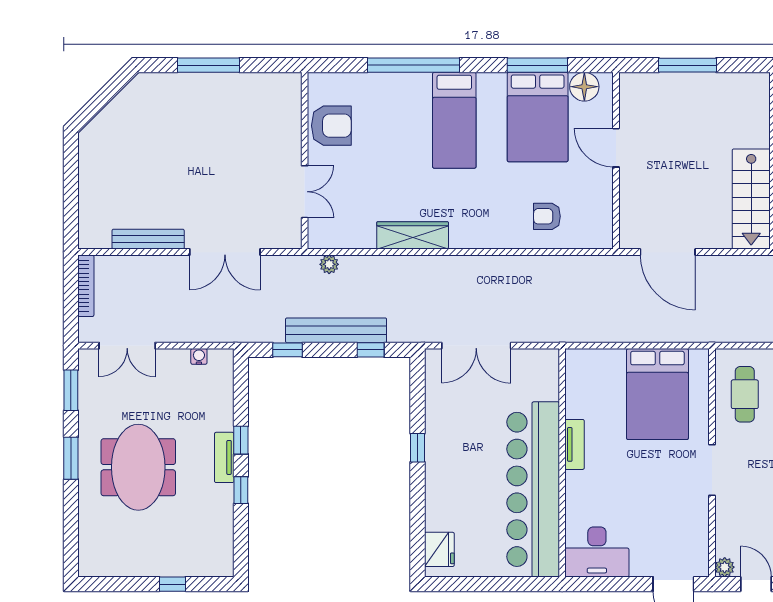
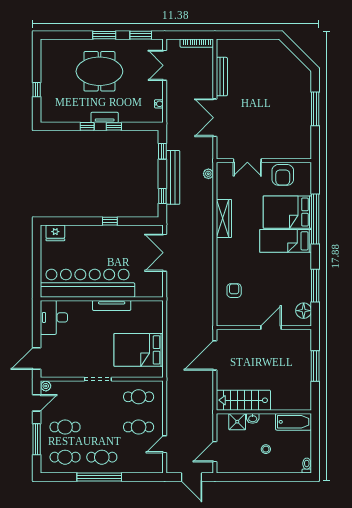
bed: (538, 117) -> (287, 212), moved
tv unit: (575, 444) -> (112, 305), width x1.41

